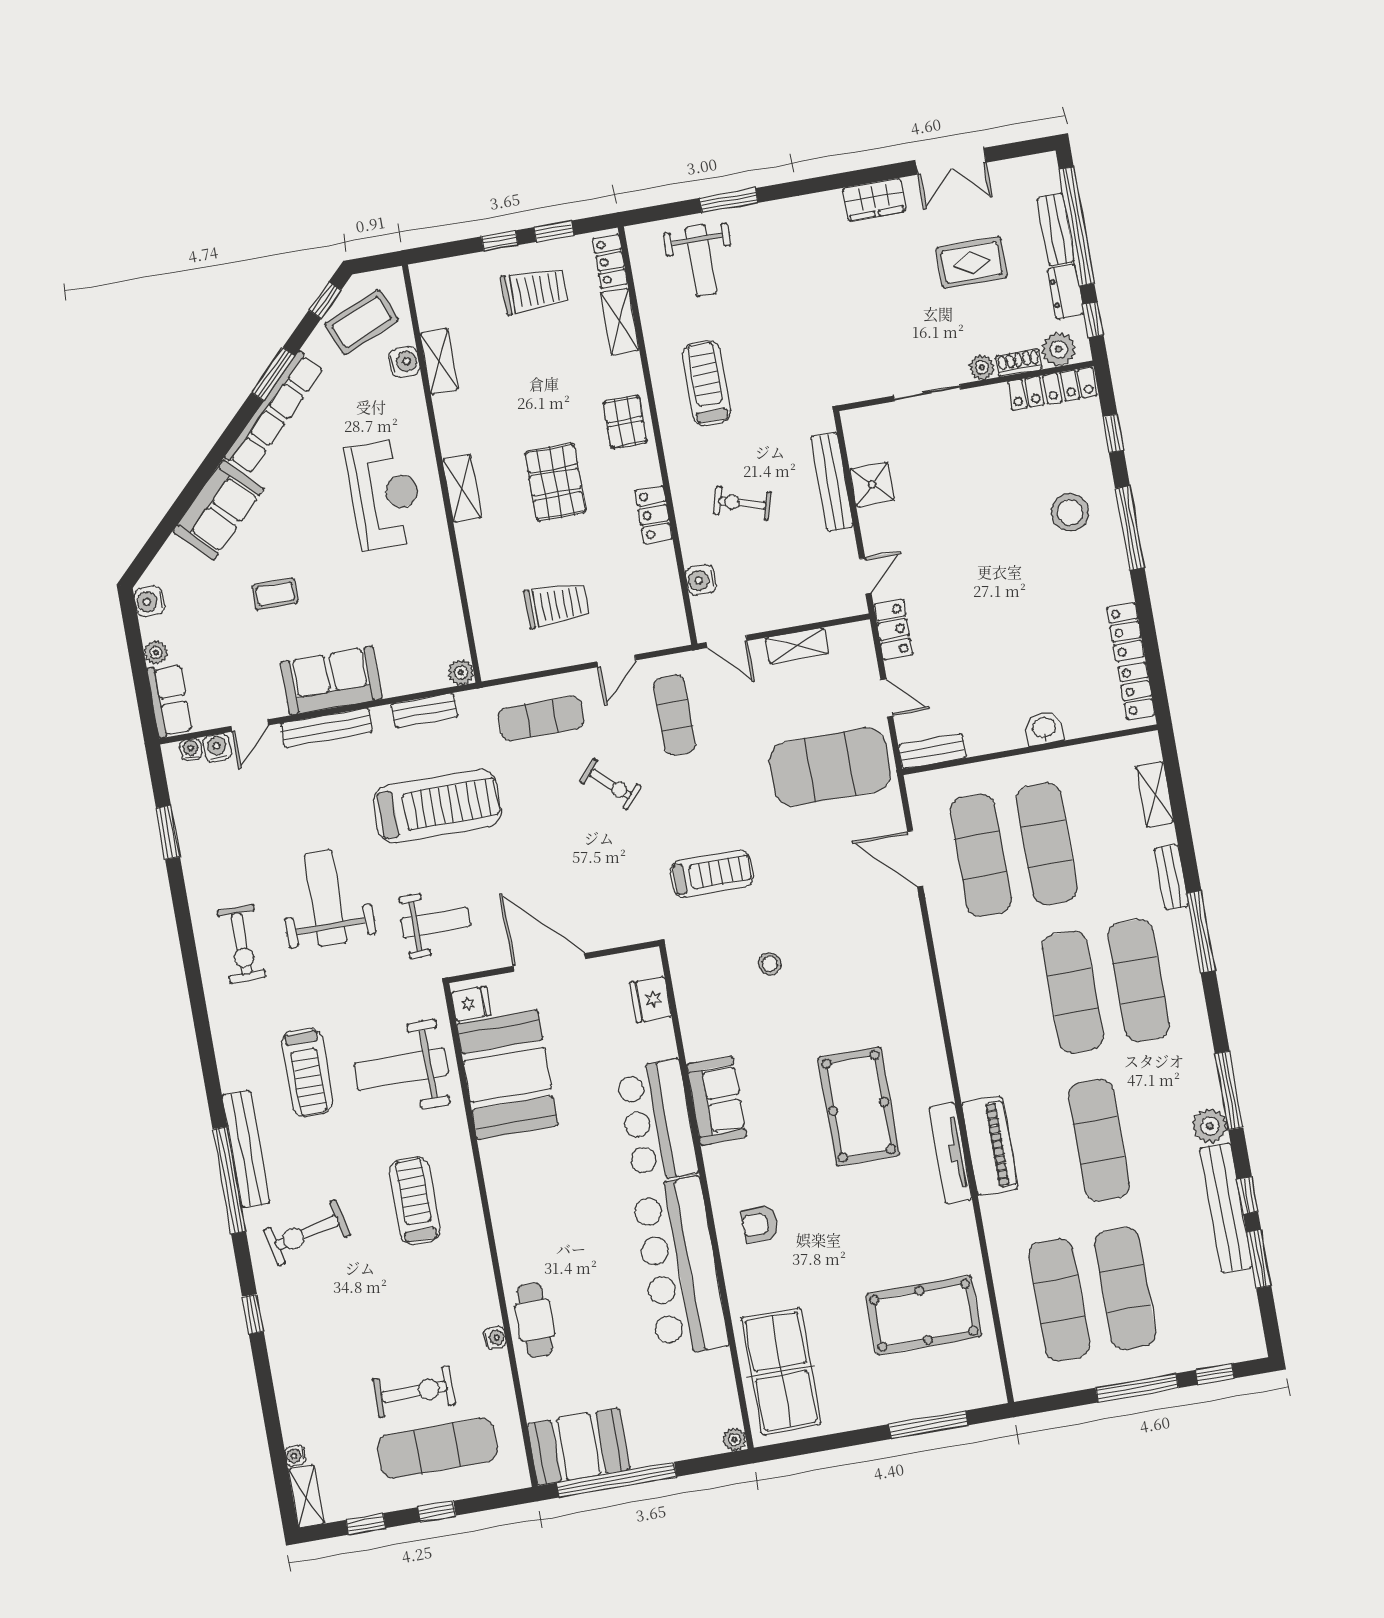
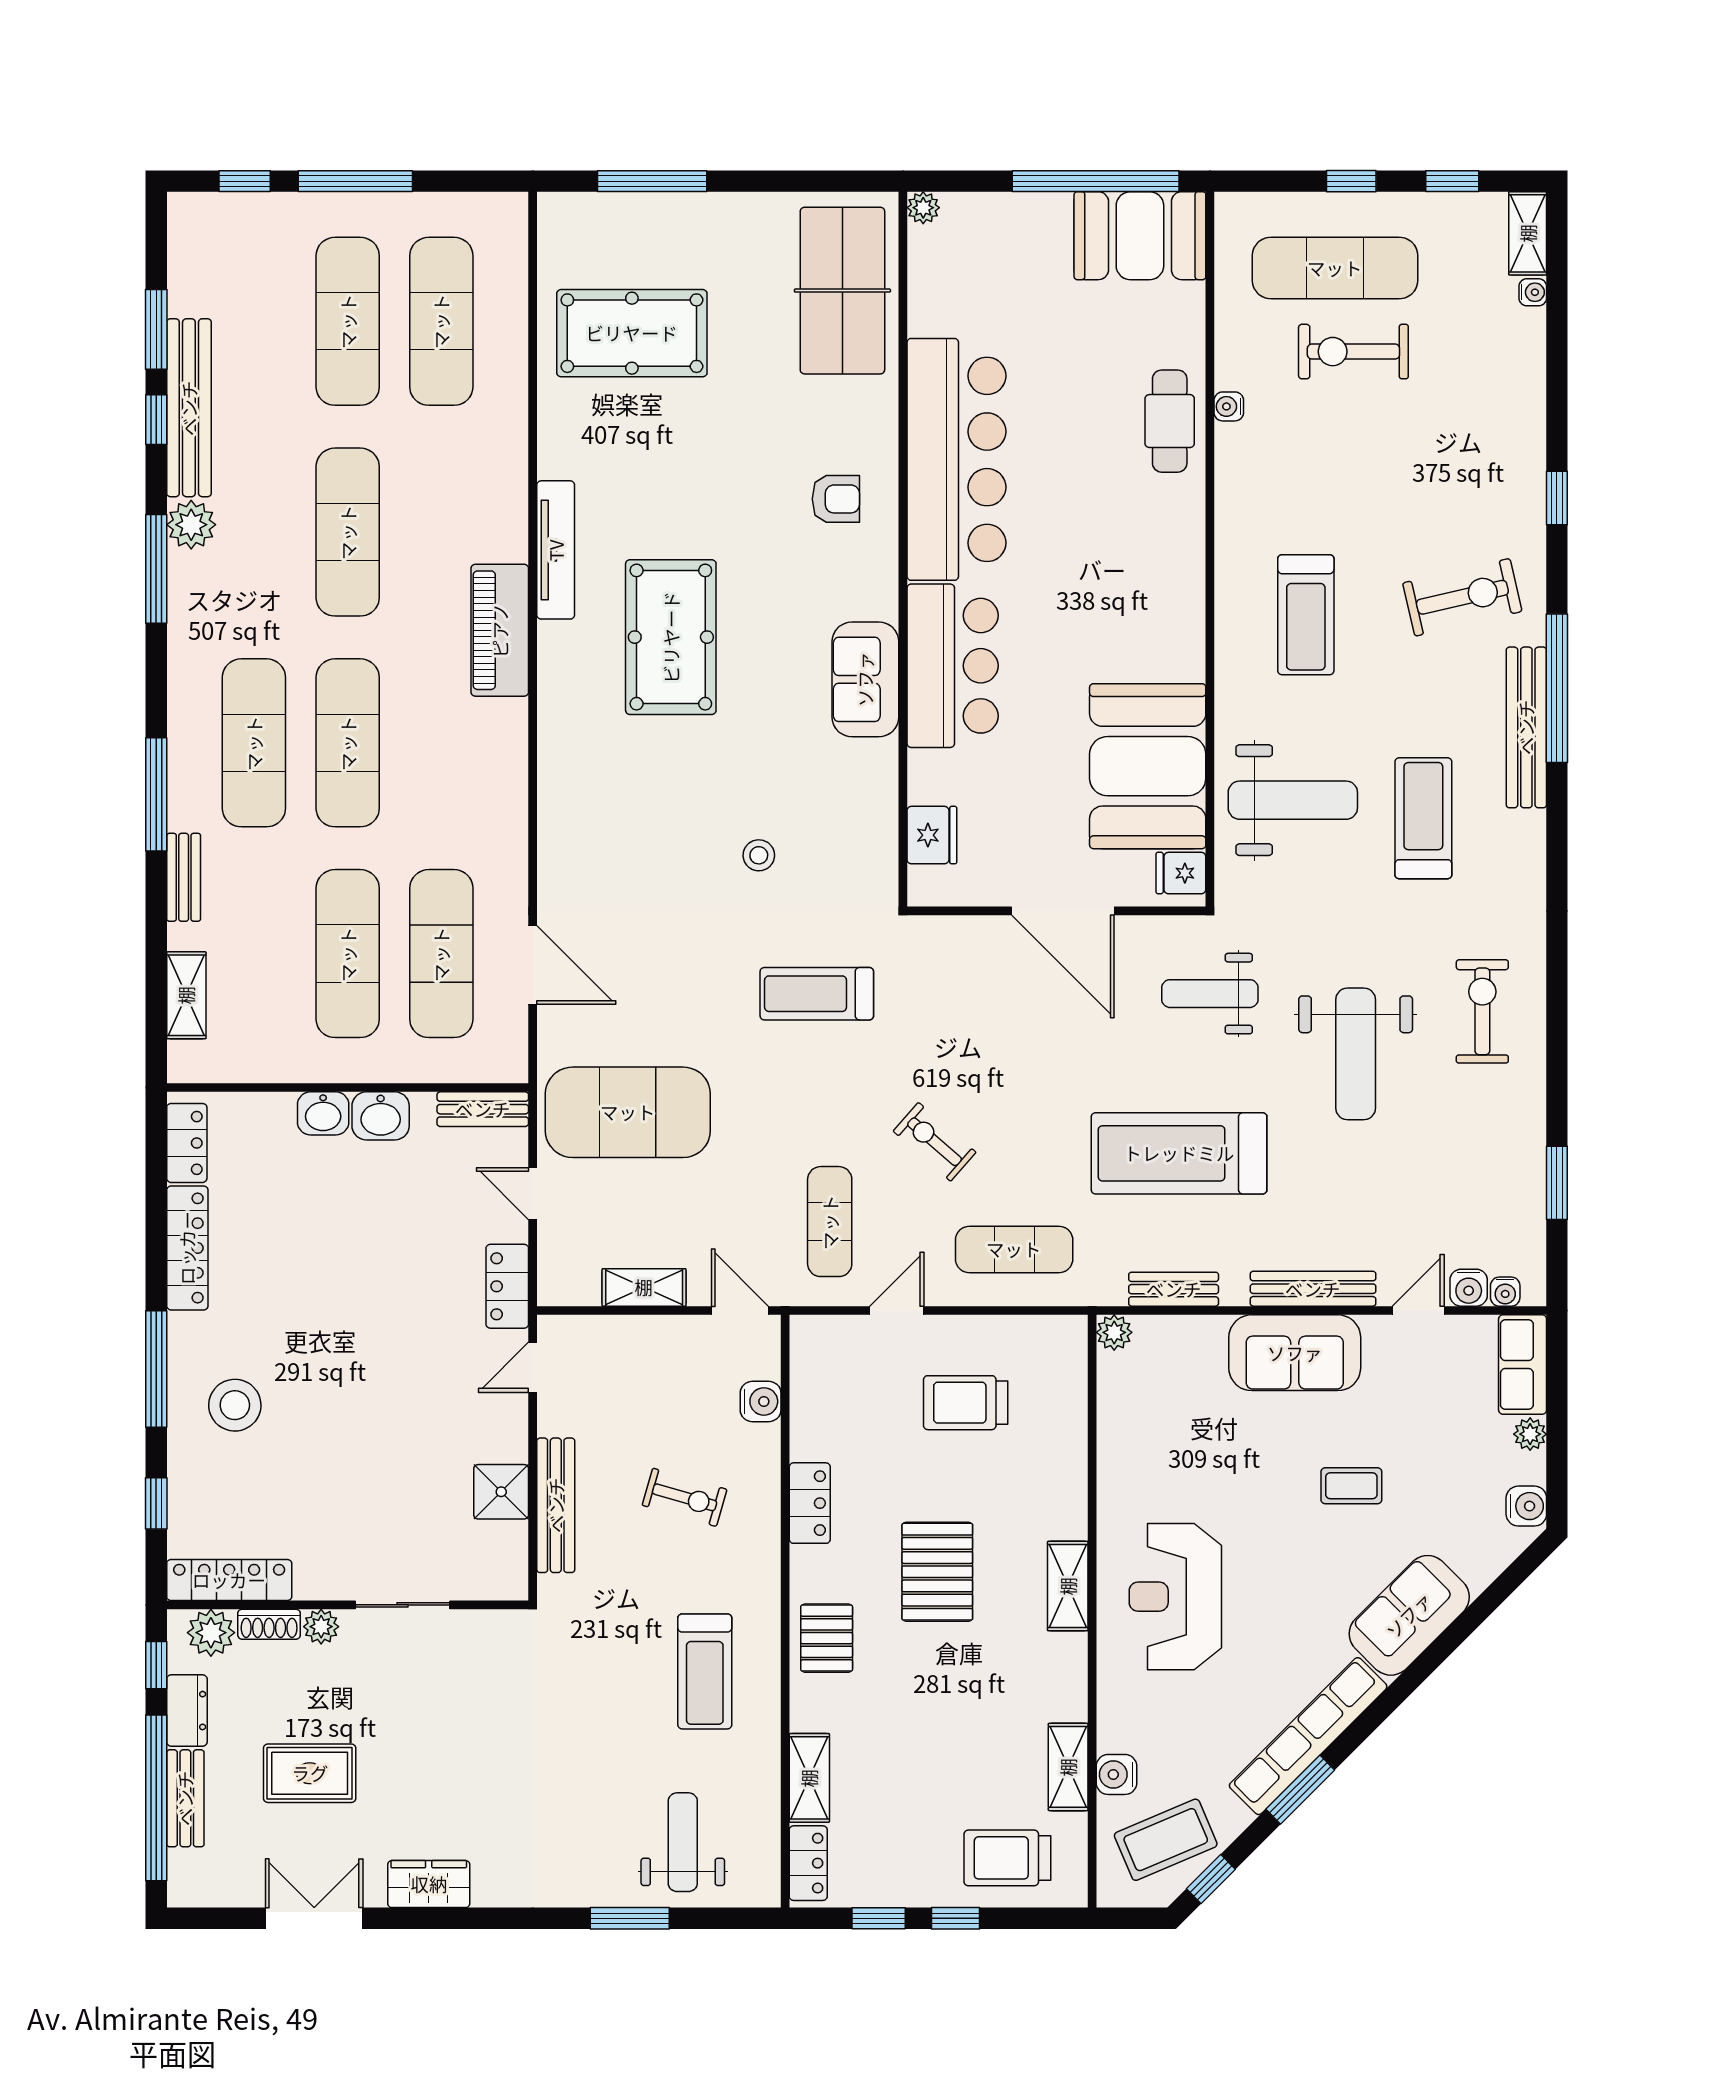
trolley: (534, 290) -> (1007, 1858), moved
locker: (1126, 632) -> (187, 1248), width x1.53
washbasin: (1003, 734) -> (381, 1116), added
piano: (990, 1146) -> (500, 630), moved

